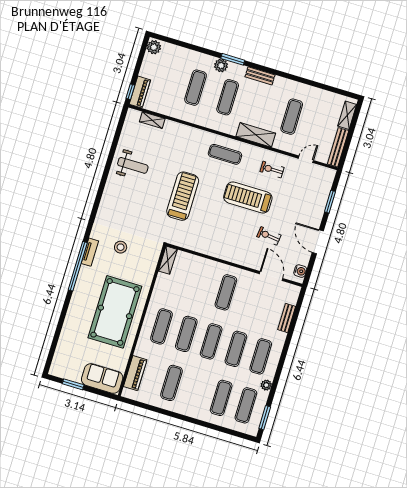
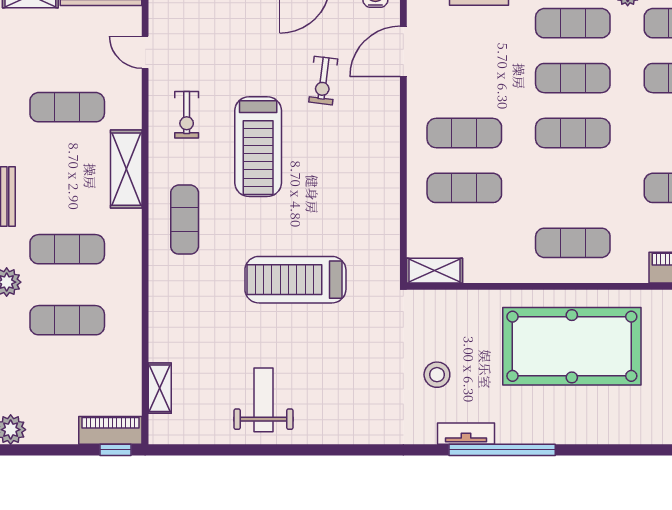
exercise mat: (186, 334) -> (464, 188), moved

